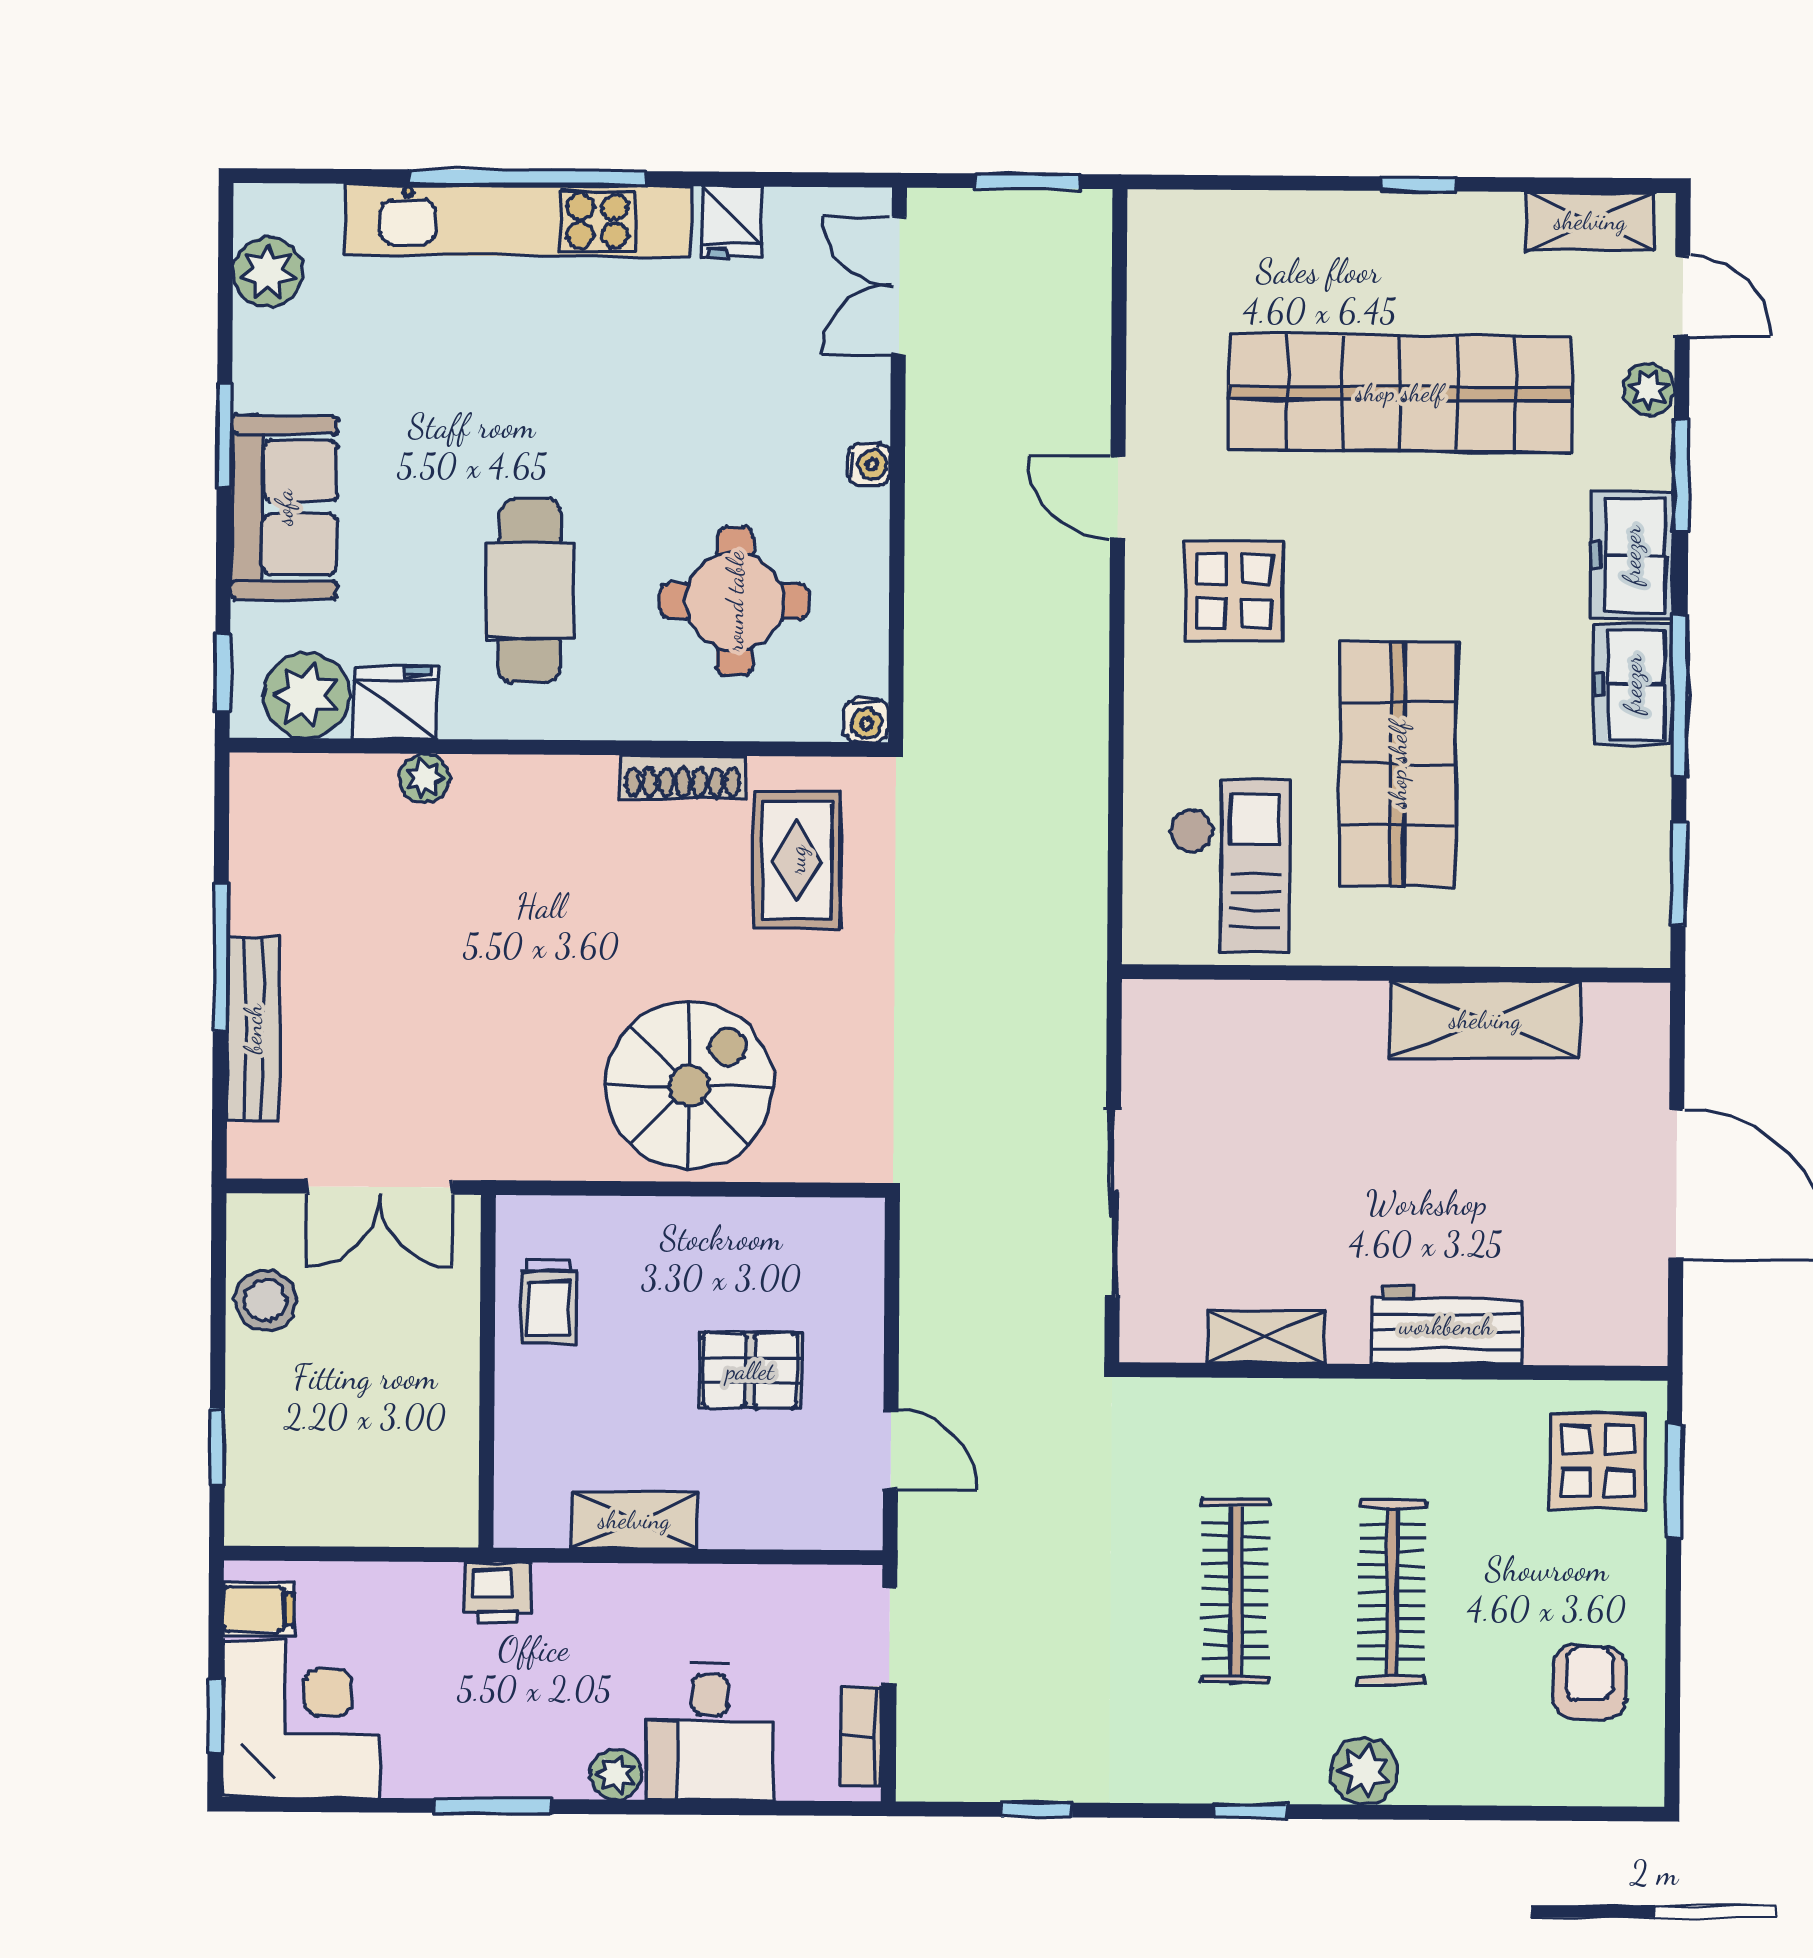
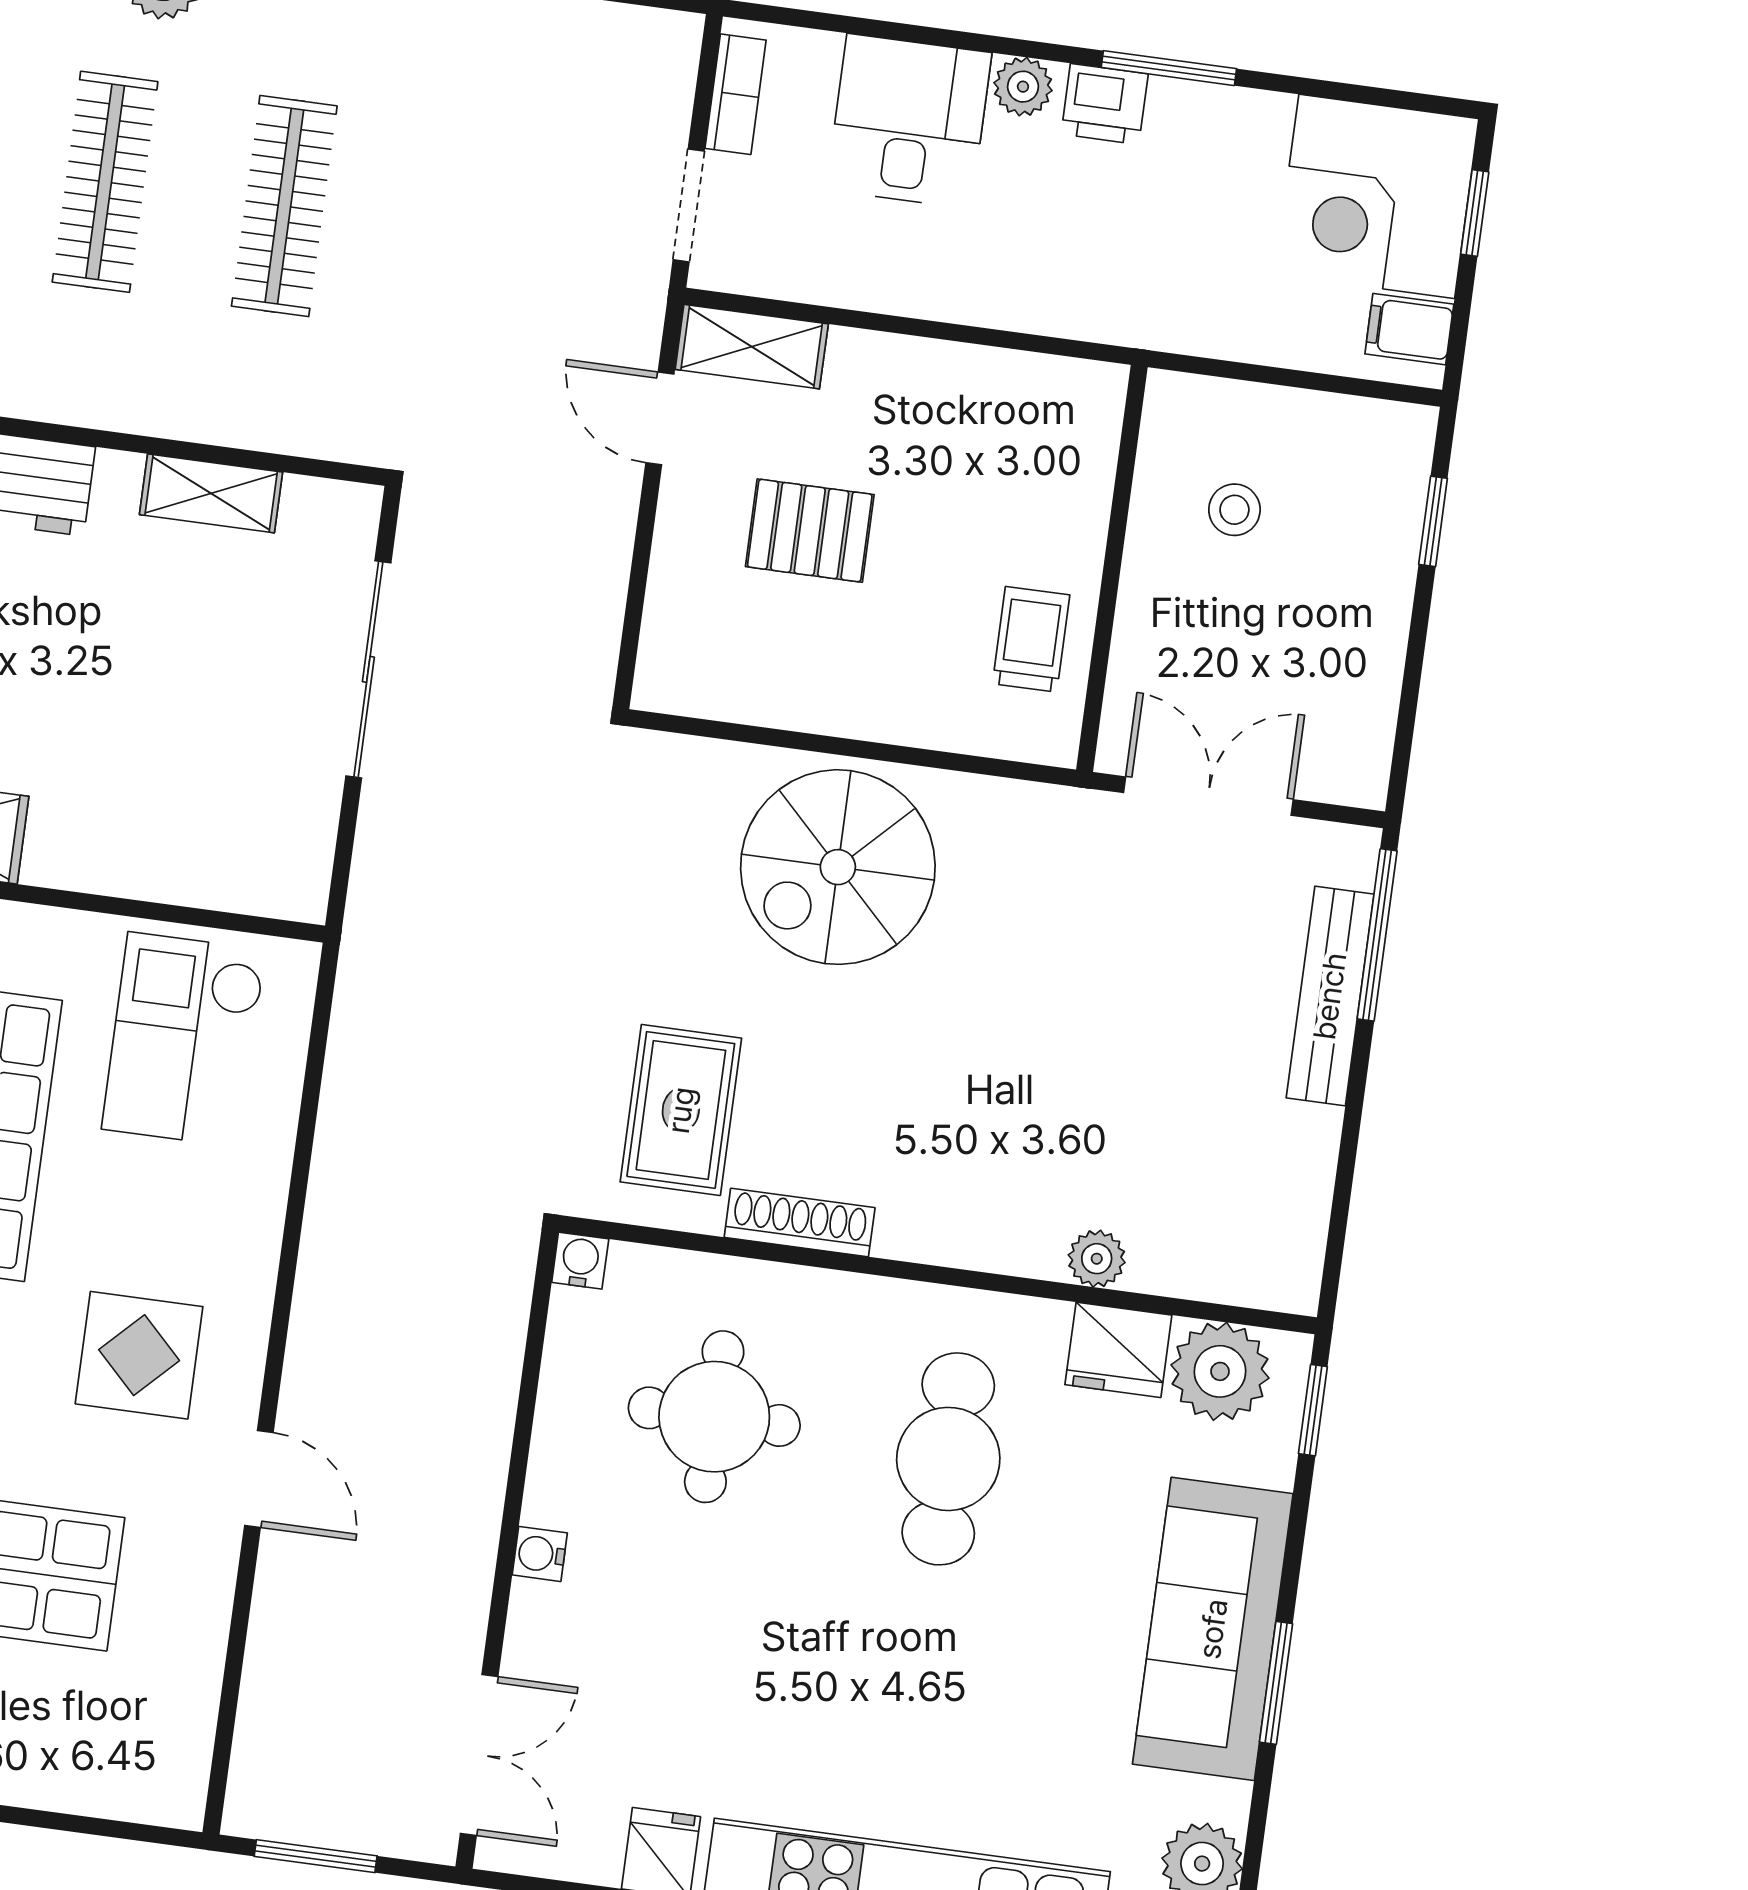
sofa: (284, 507) -> (1213, 1629), width x1.36
window: (221, 957) -> (1377, 935), moved
stool: (266, 1300) -> (1234, 510), moved, width x0.73, depth x0.73
shelving: (634, 1520) -> (752, 347), moved
printer: (498, 1593) -> (1105, 104), moved, turned 180

